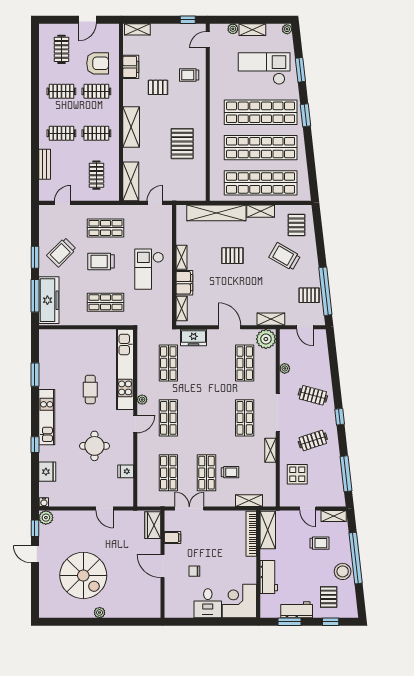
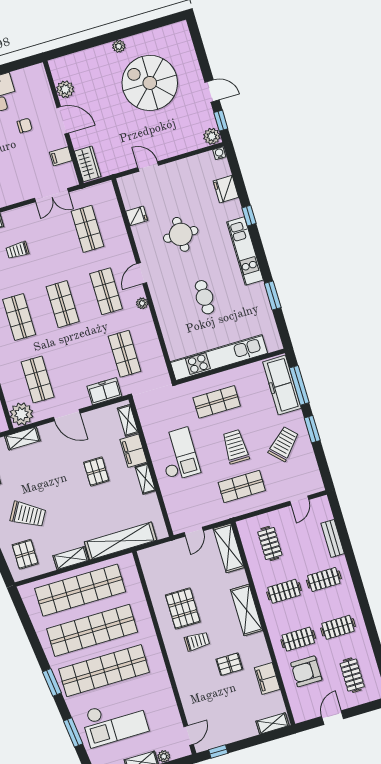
trolley: (189, 75) -> (197, 641), moved
pallet: (232, 256) -> (96, 472), moved, turned 90
trolley: (101, 261) -> (236, 447), turned -90
kitchen unit: (125, 369) -> (219, 357), moved, turned -90
shop shelf: (206, 473) -> (63, 304), moved
plant: (153, 591) -> (65, 89), added

